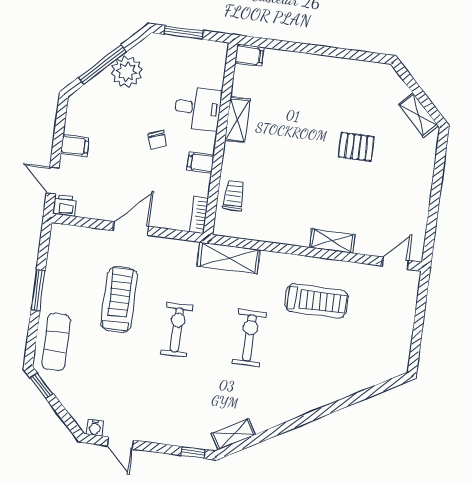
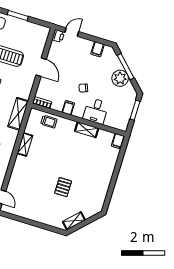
filing cabinet: (75, 145) -> (97, 49), moved
shelving: (332, 241) -> (25, 144), moved

